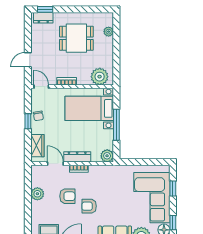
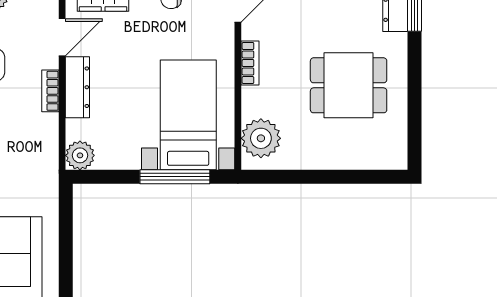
plant: (109, 32) -> (364, 159), removed
dining table: (76, 38) -> (349, 85), turned 90
window: (116, 125) -> (175, 177), moved

